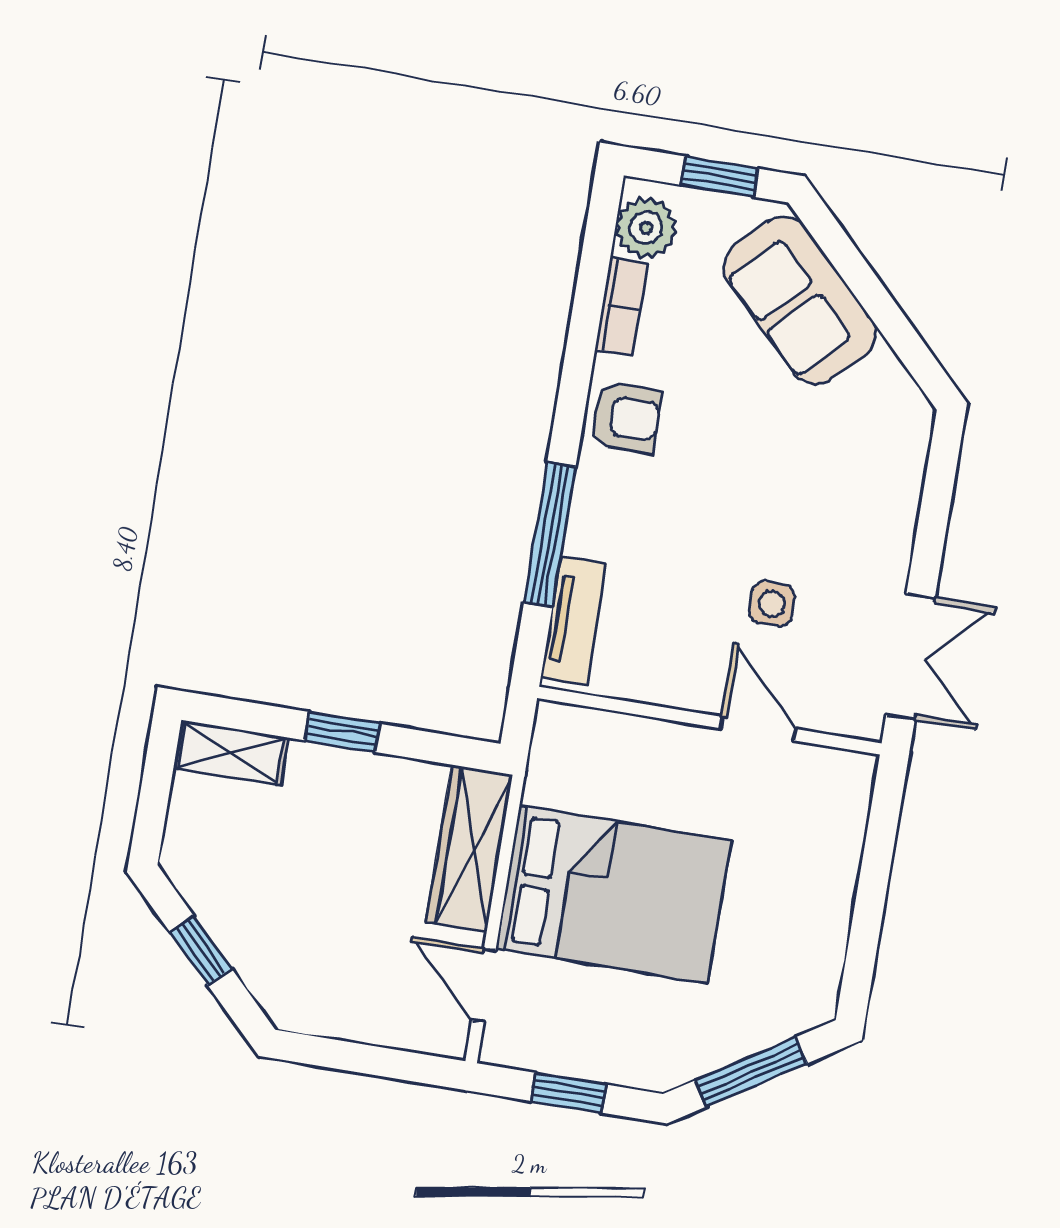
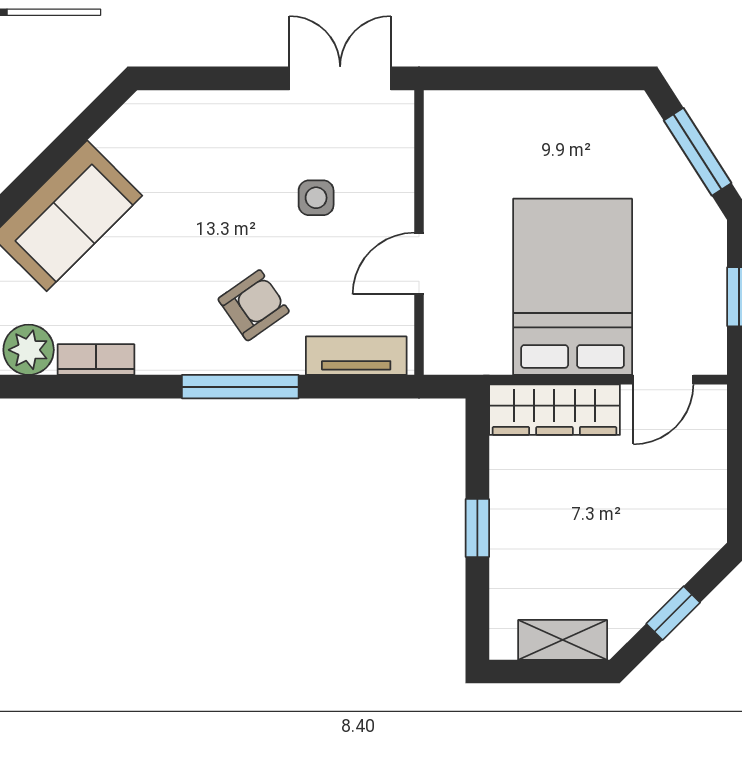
armchair: (626, 417) -> (254, 305), moved, turned 55
window: (550, 535) -> (240, 387), moved
door: (758, 729) -> (419, 264), moved
shelving: (231, 753) -> (563, 640), moved, turned 90

